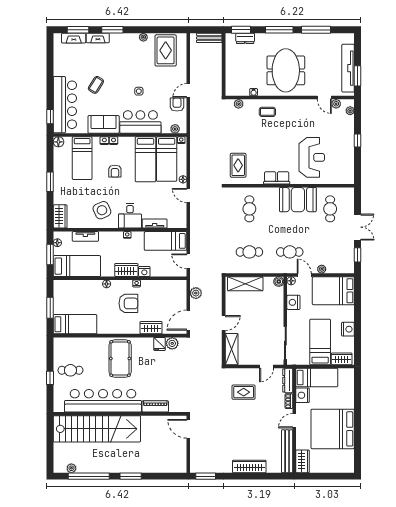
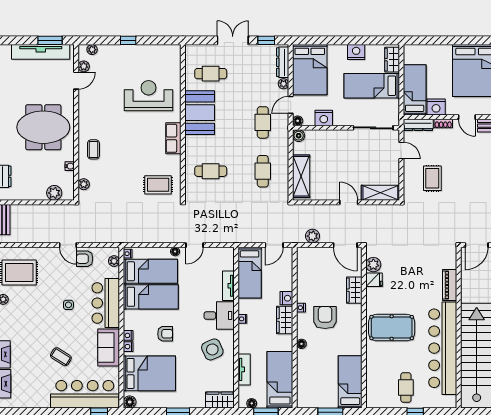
plant: (231, 79) -> (54, 193), added
bed: (82, 158) -> (149, 373), width x1.50
dresser: (340, 268) -> (283, 62), added

